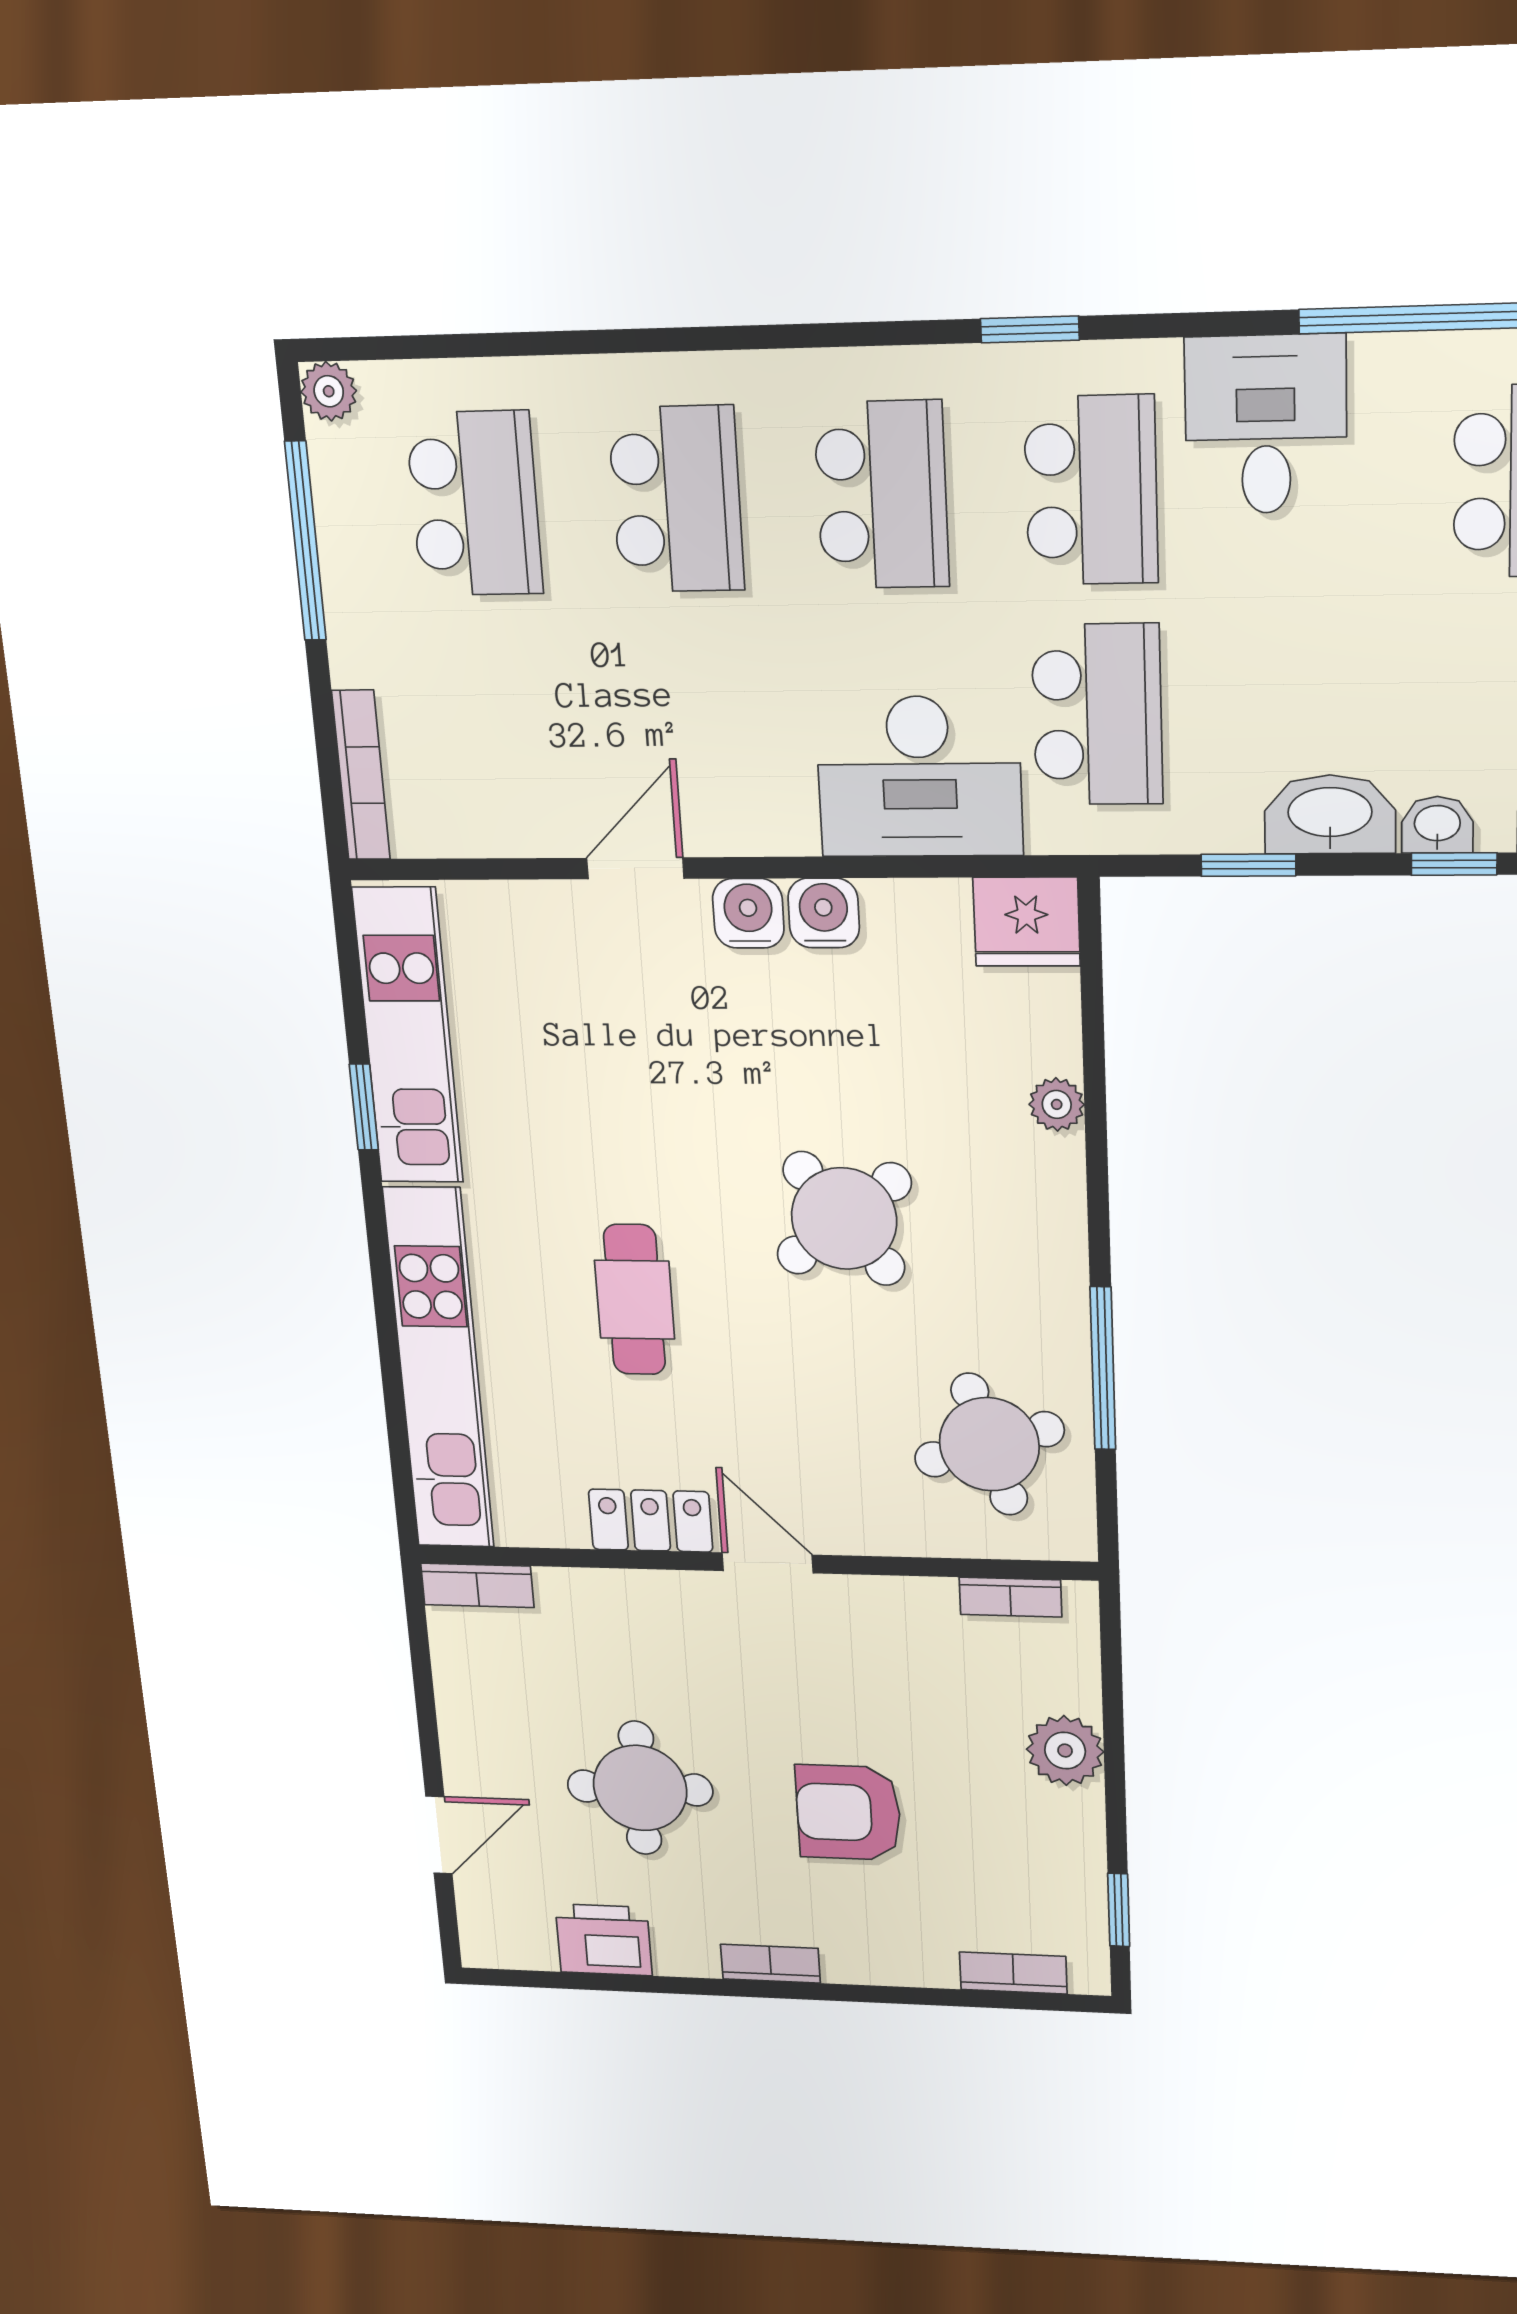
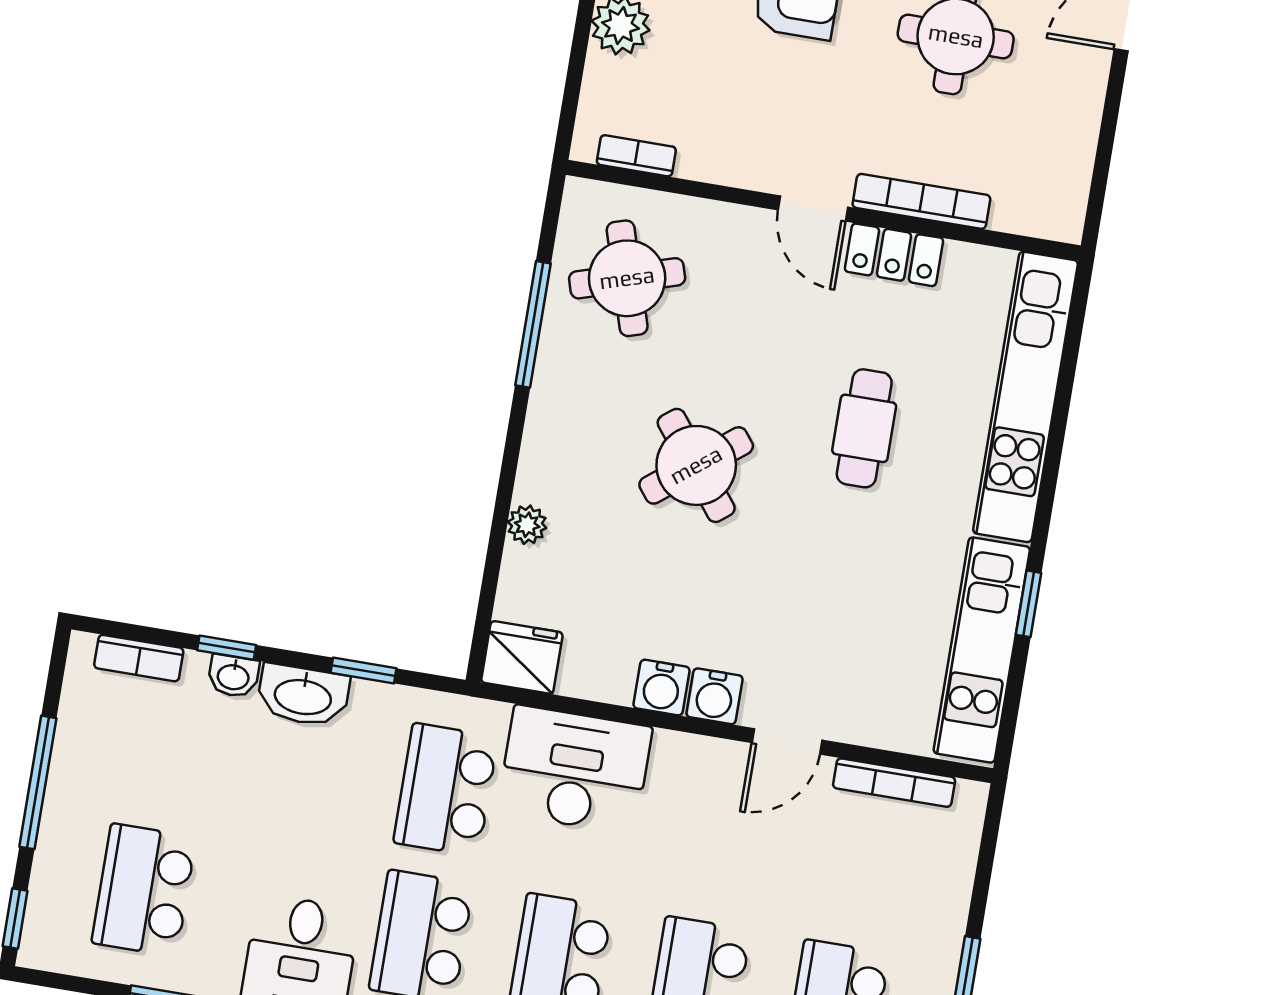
bookcase: (361, 775) -> (894, 783), moved, turned -90
bookcase: (477, 1585) -> (921, 201), moved, width x1.56

